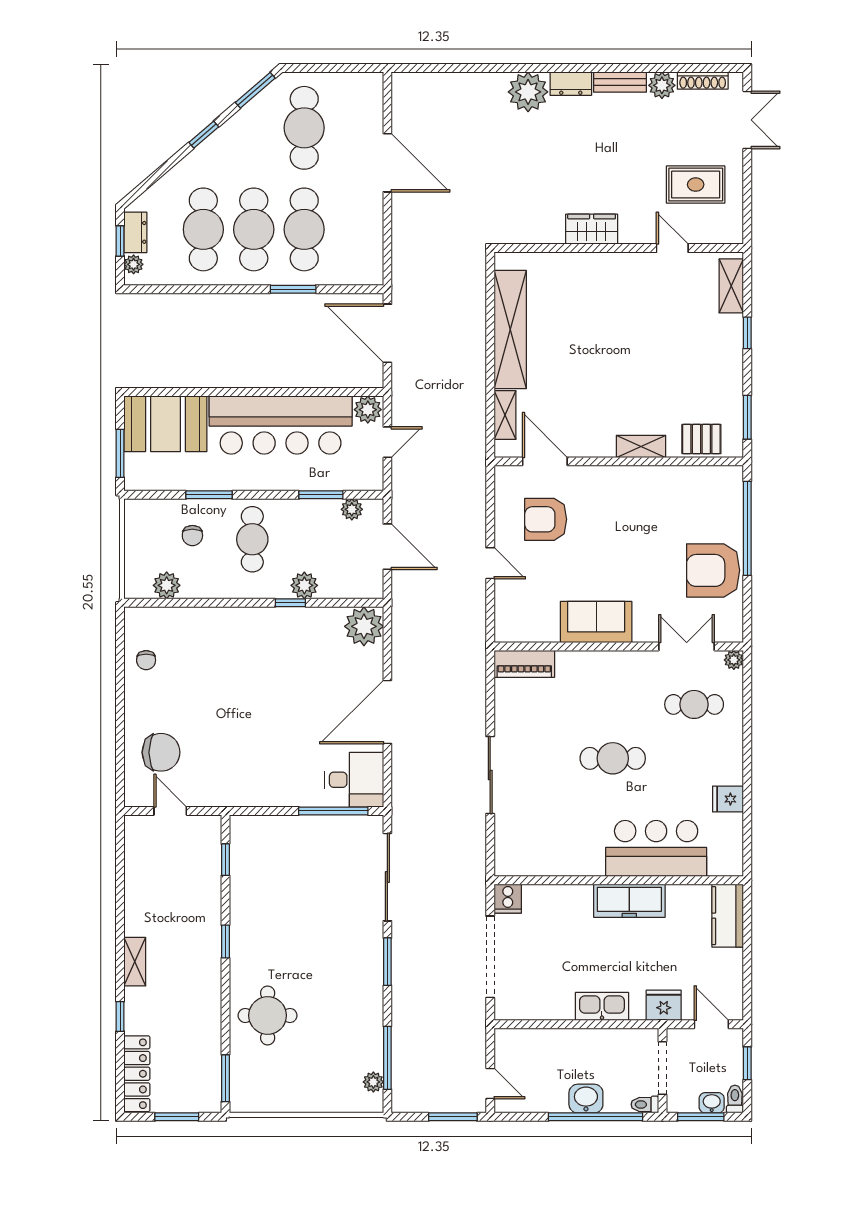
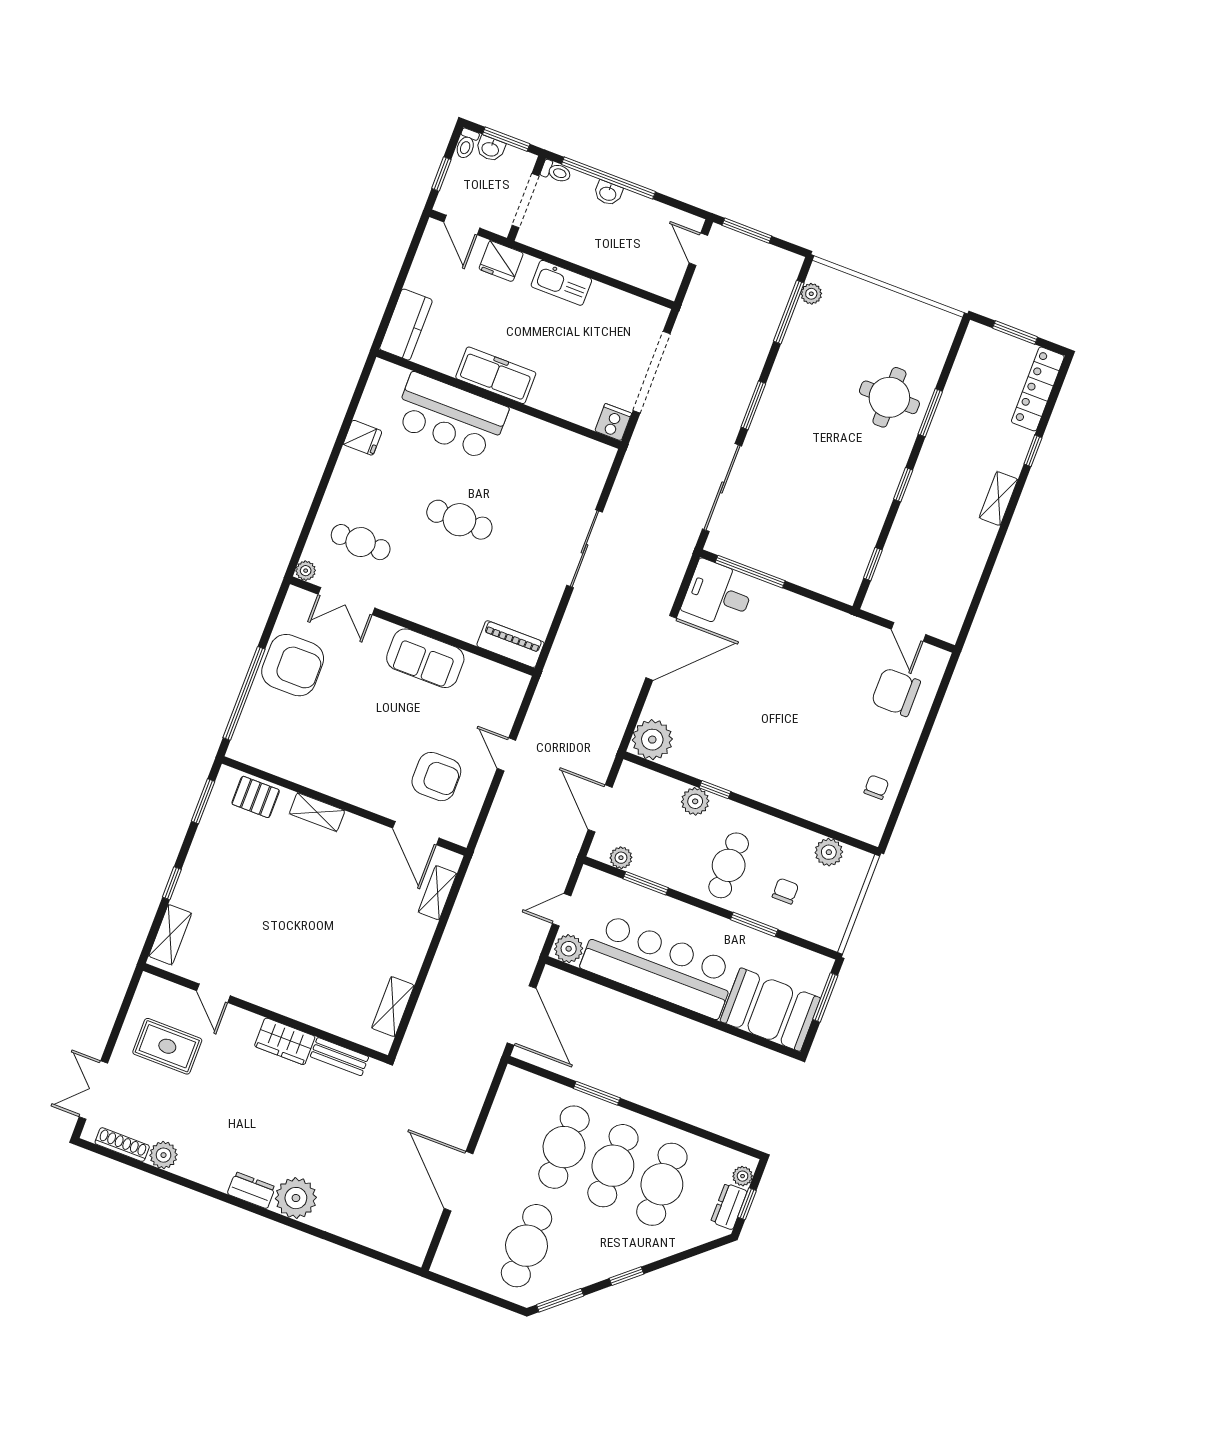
bench: (620, 82) -> (339, 1057), moved
shelving: (510, 330) -> (393, 1007), width x0.45, depth x0.75
window: (225, 1078) -> (930, 413), moved
washbasin: (586, 1099) -> (608, 193), width x0.72, depth x0.69

